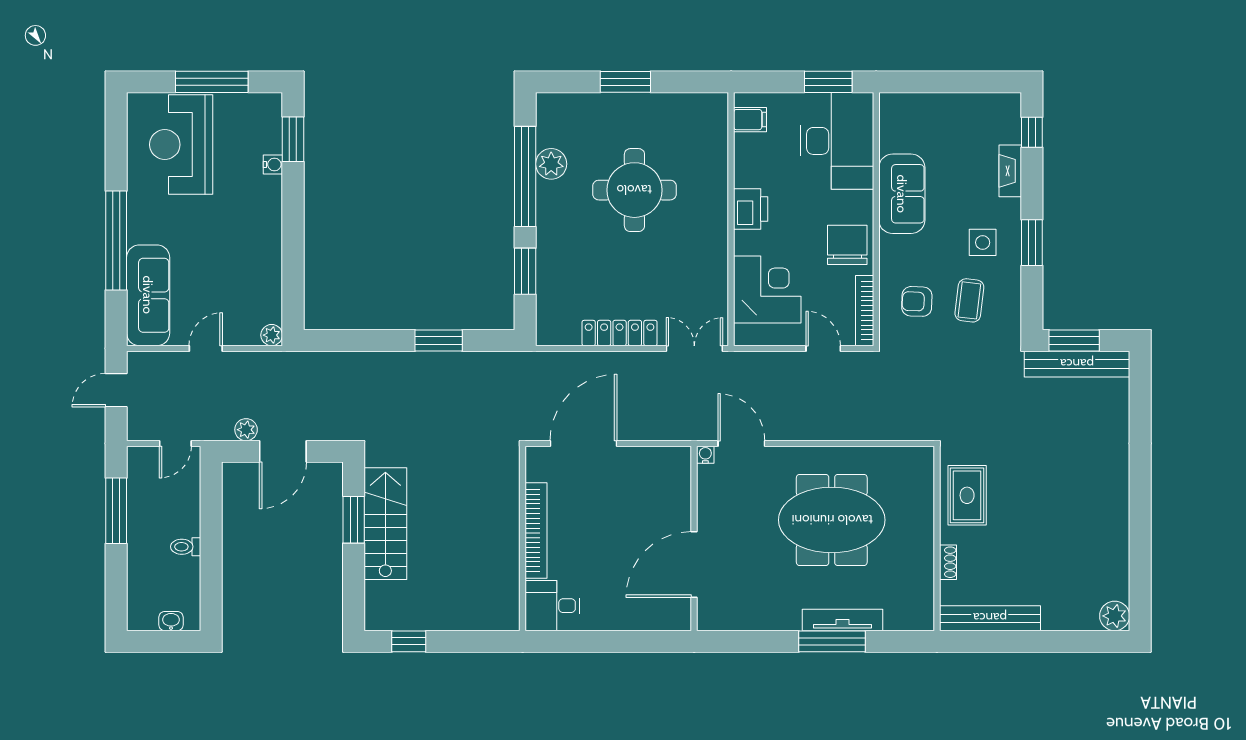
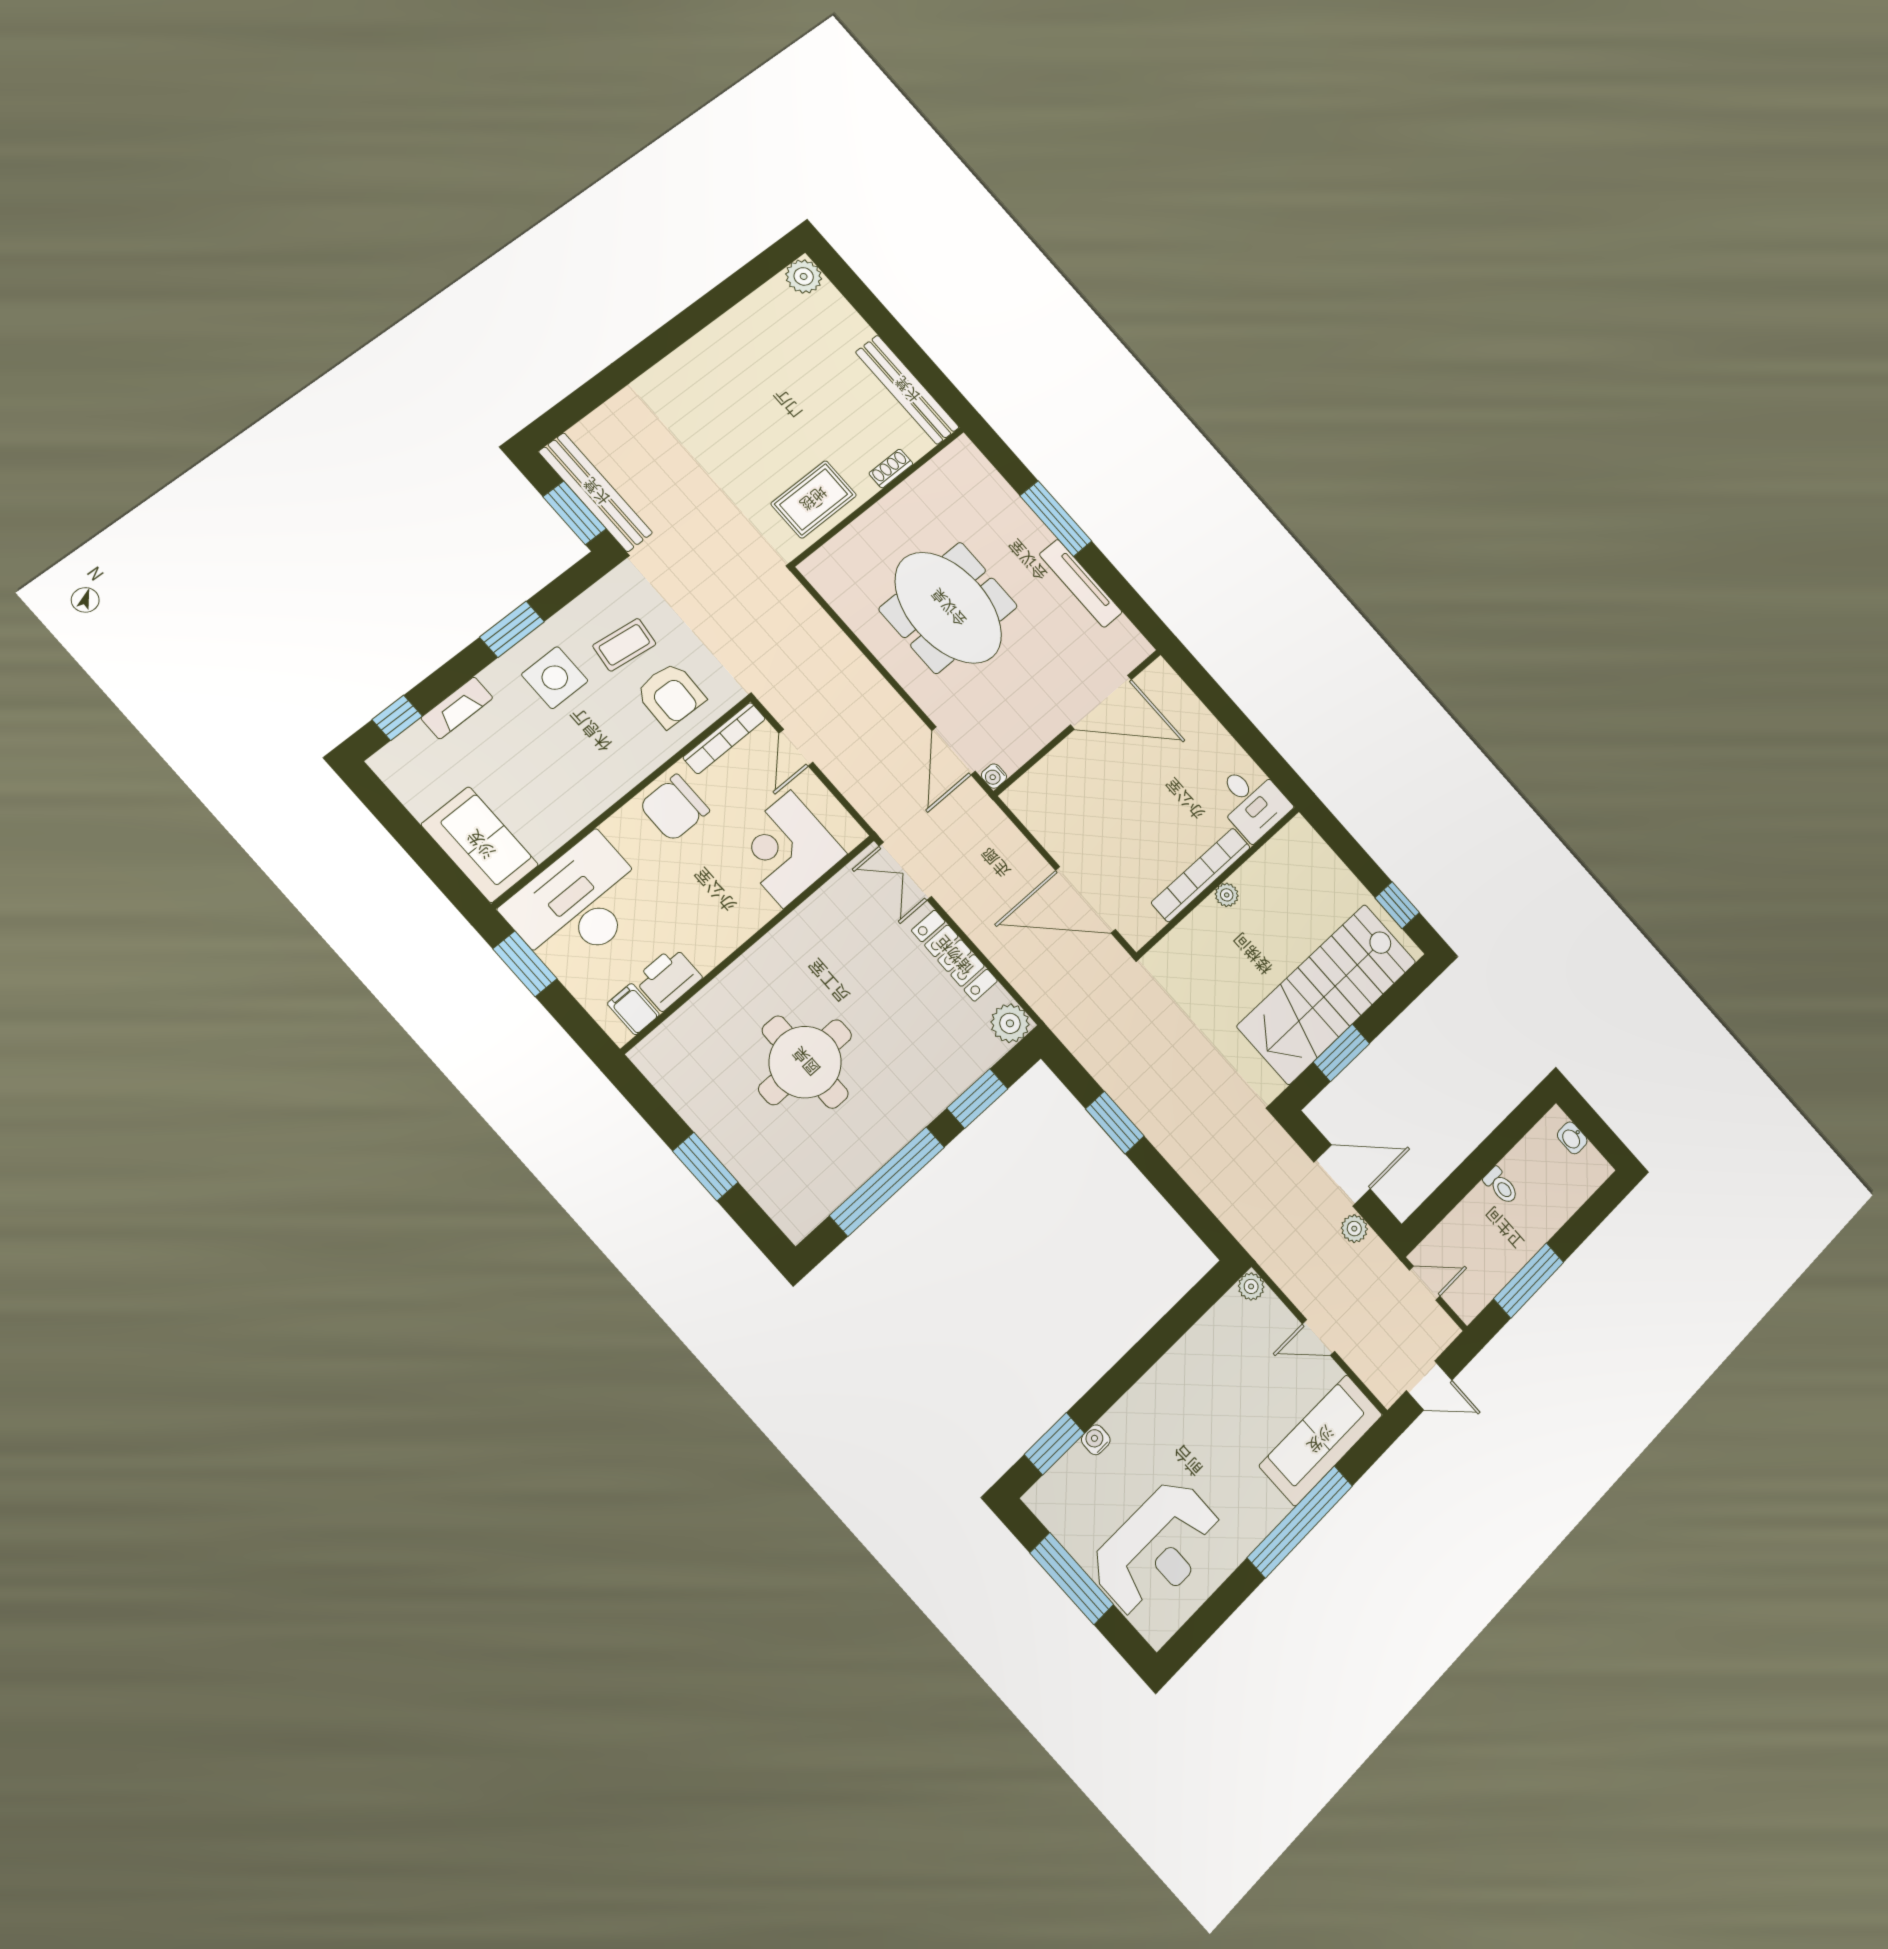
plant: (551, 164) -> (1010, 1023), moved
sofa: (902, 194) -> (480, 845), moved, turned 90
printer: (751, 209) -> (668, 978), moved
side table: (983, 242) -> (555, 678), width x1.37, depth x1.37
armchair: (917, 301) -> (670, 695), width x1.38, depth x1.38
stairs: (385, 524) -> (1327, 994), width x1.36, depth x1.51
plant: (510, 536) -> (1227, 895), added
tv unit: (843, 620) -> (1081, 583), moved

